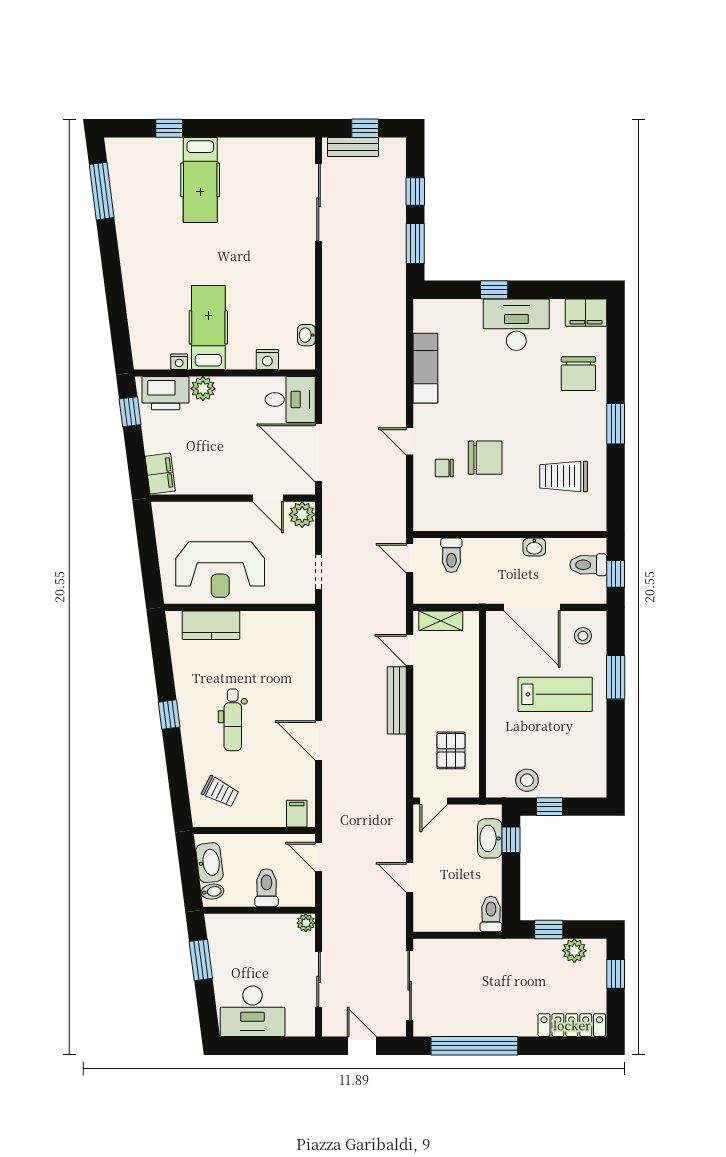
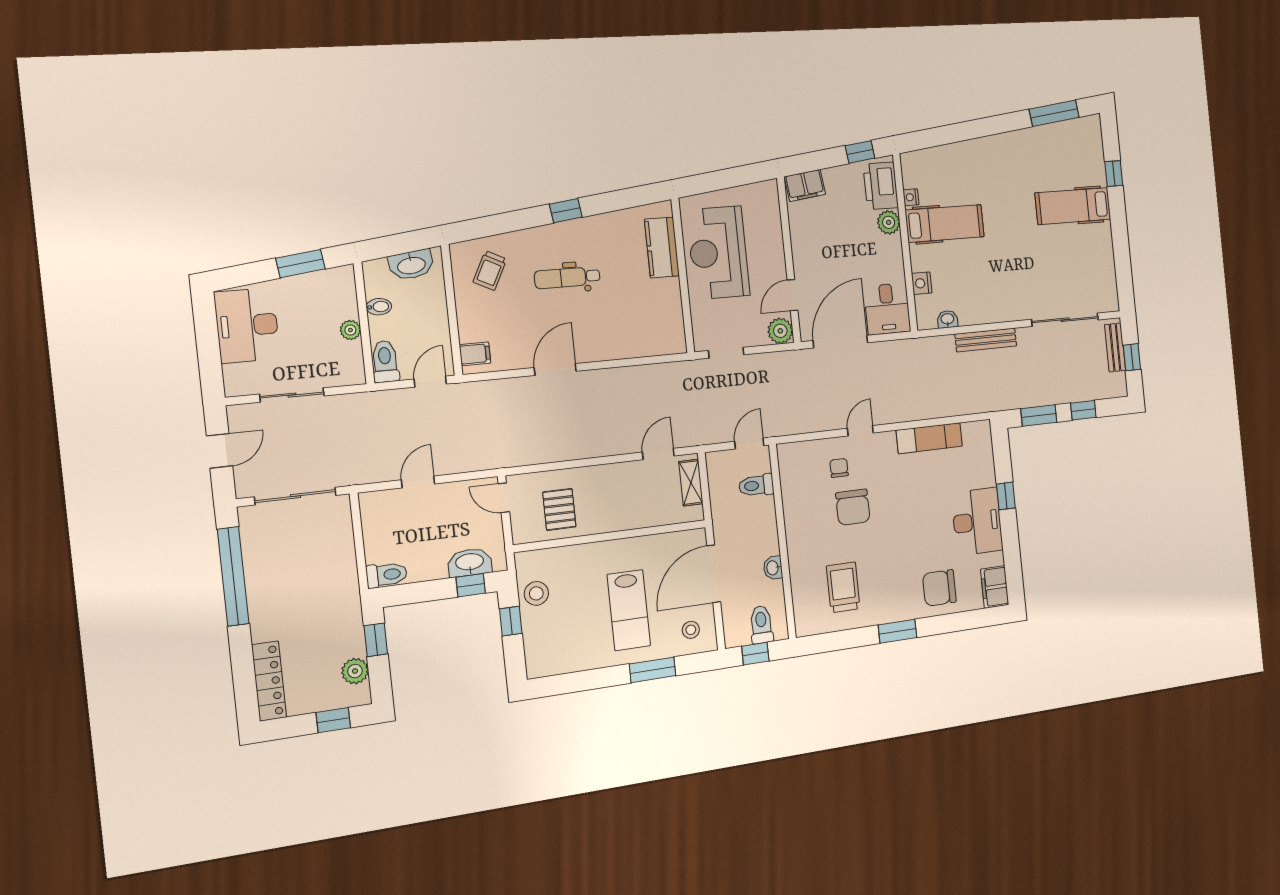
bench: (397, 700) -> (986, 340), moved
pallet: (451, 750) -> (559, 509), turned 90
toilet: (267, 888) -> (385, 361), moved, turned -90
bidet: (212, 892) -> (379, 307), moved, turned -83
plant: (306, 923) -> (350, 330), moved

